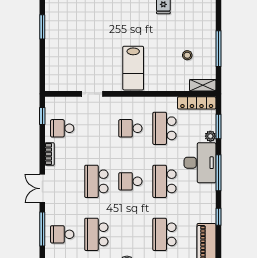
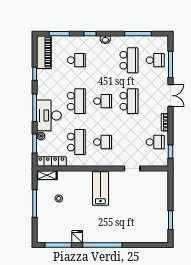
school desk: (164, 234) -> (76, 60), width x0.54

